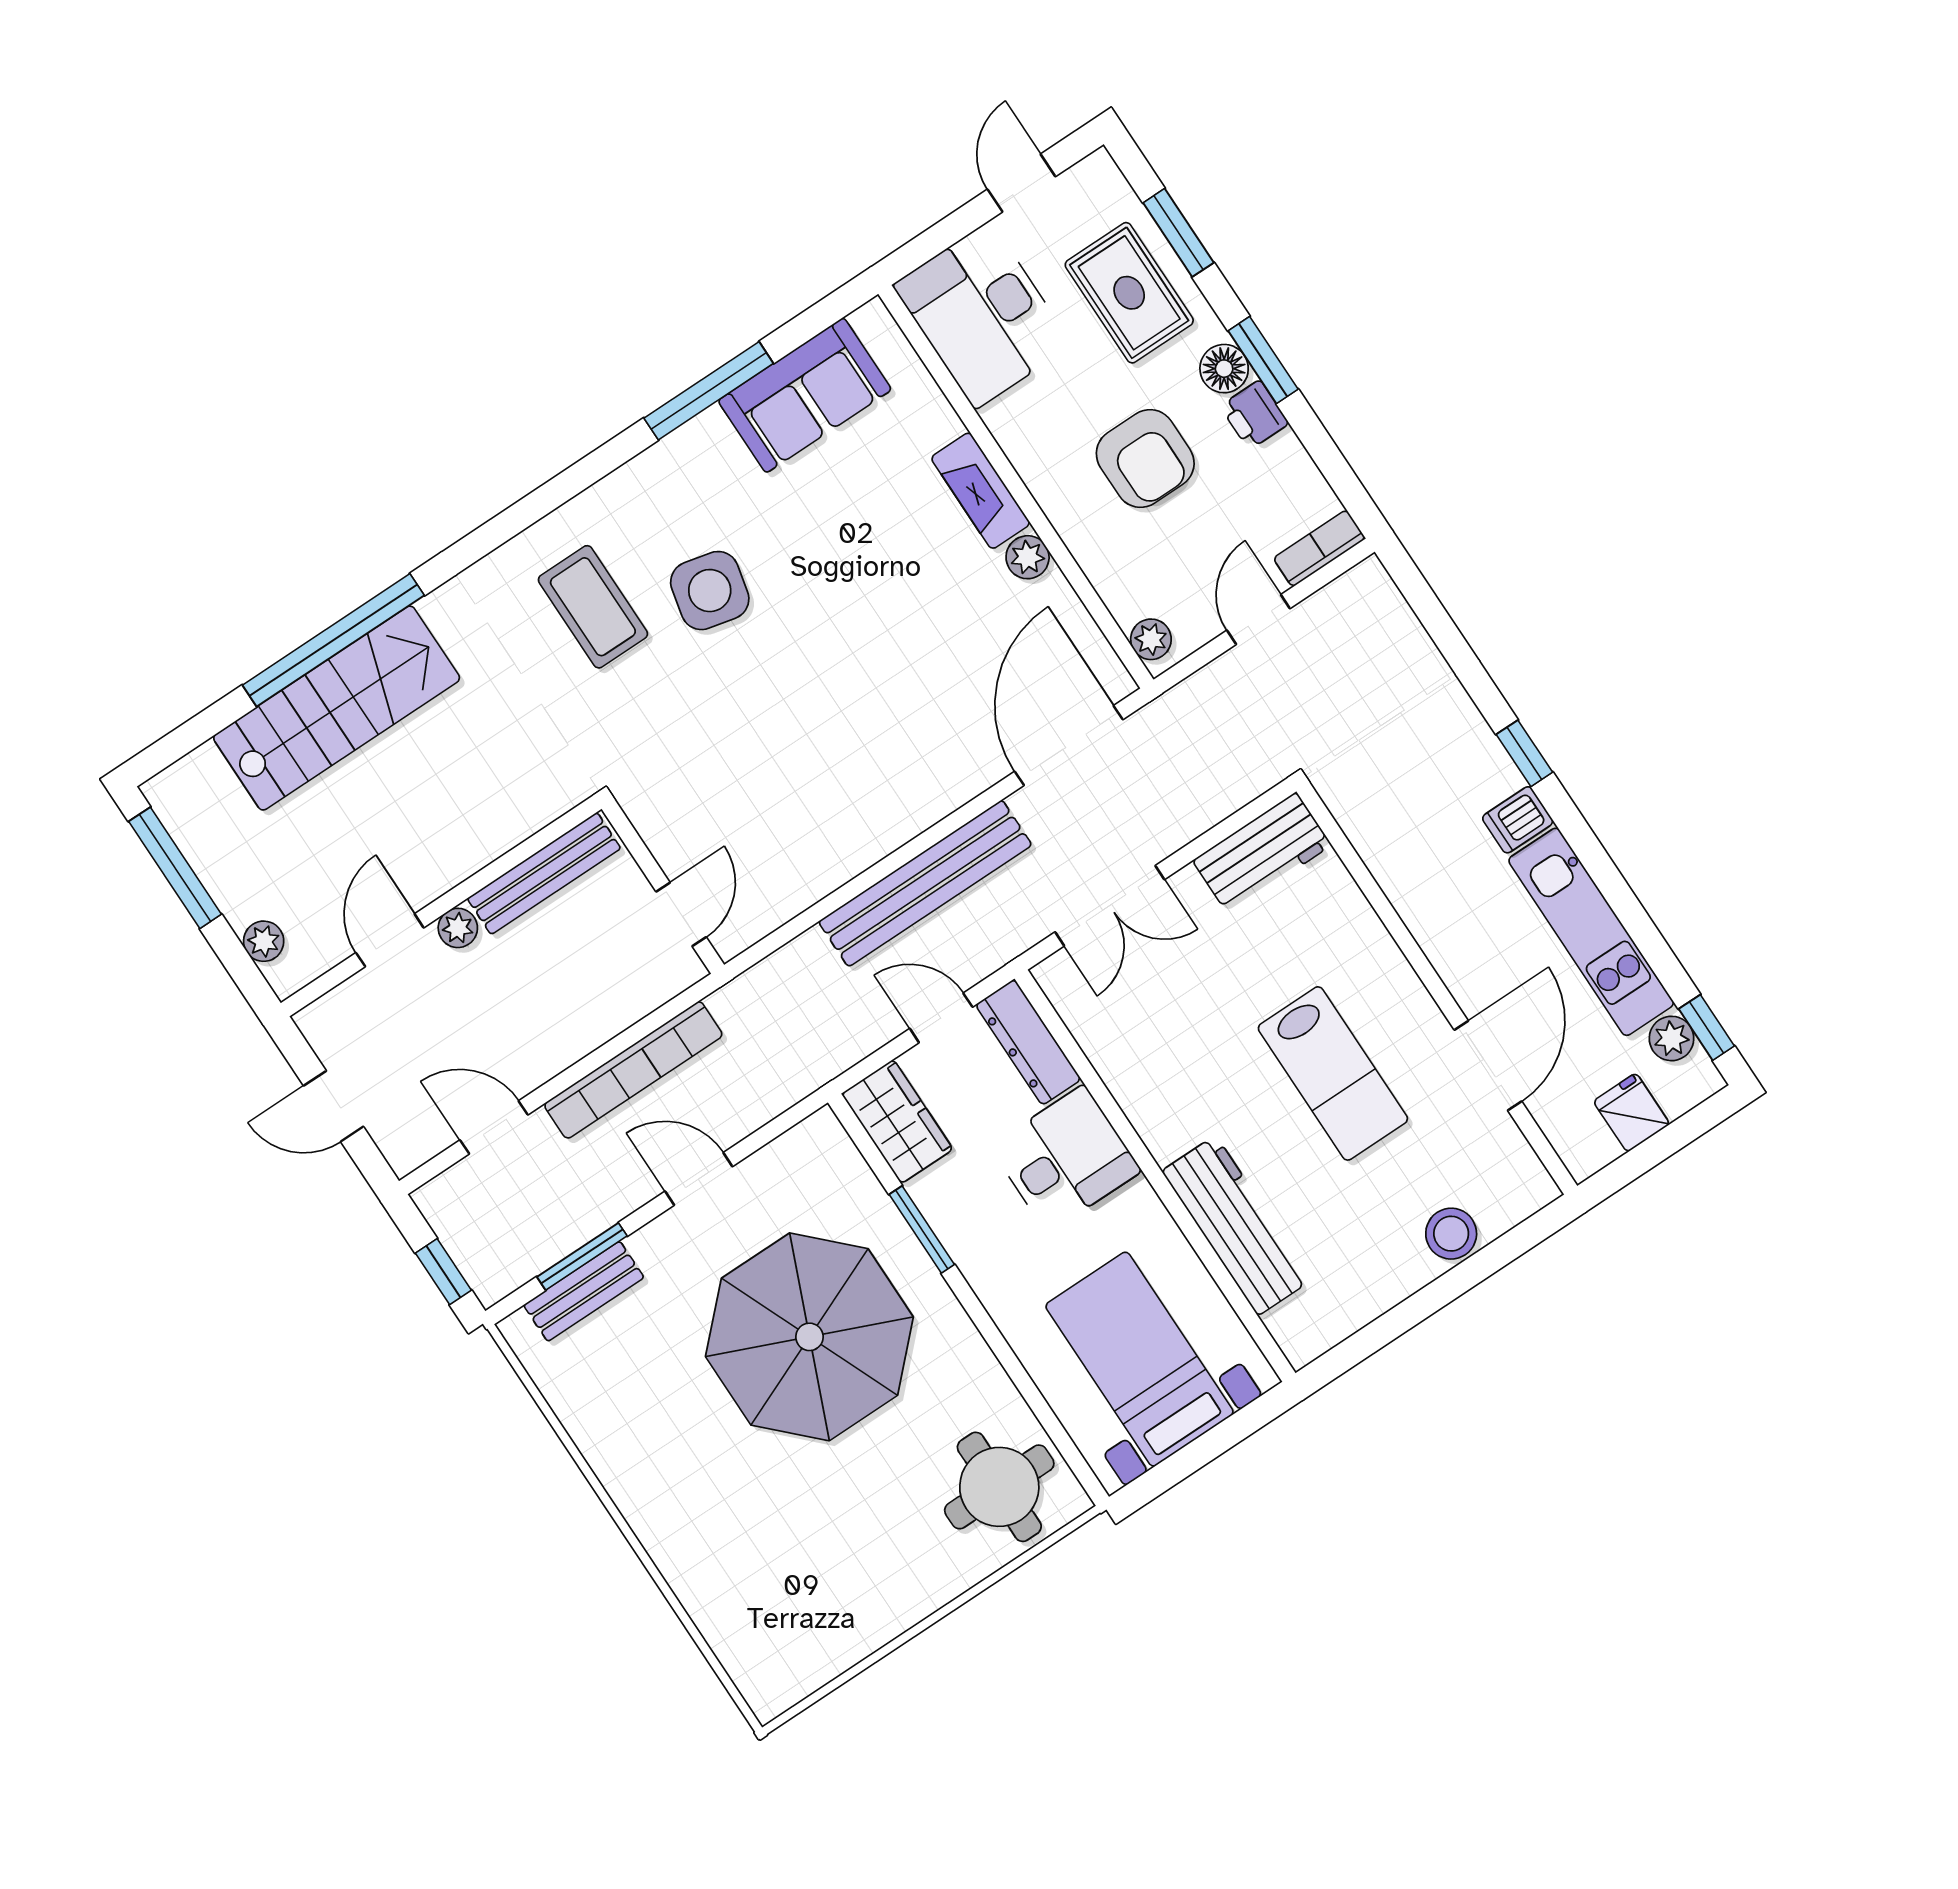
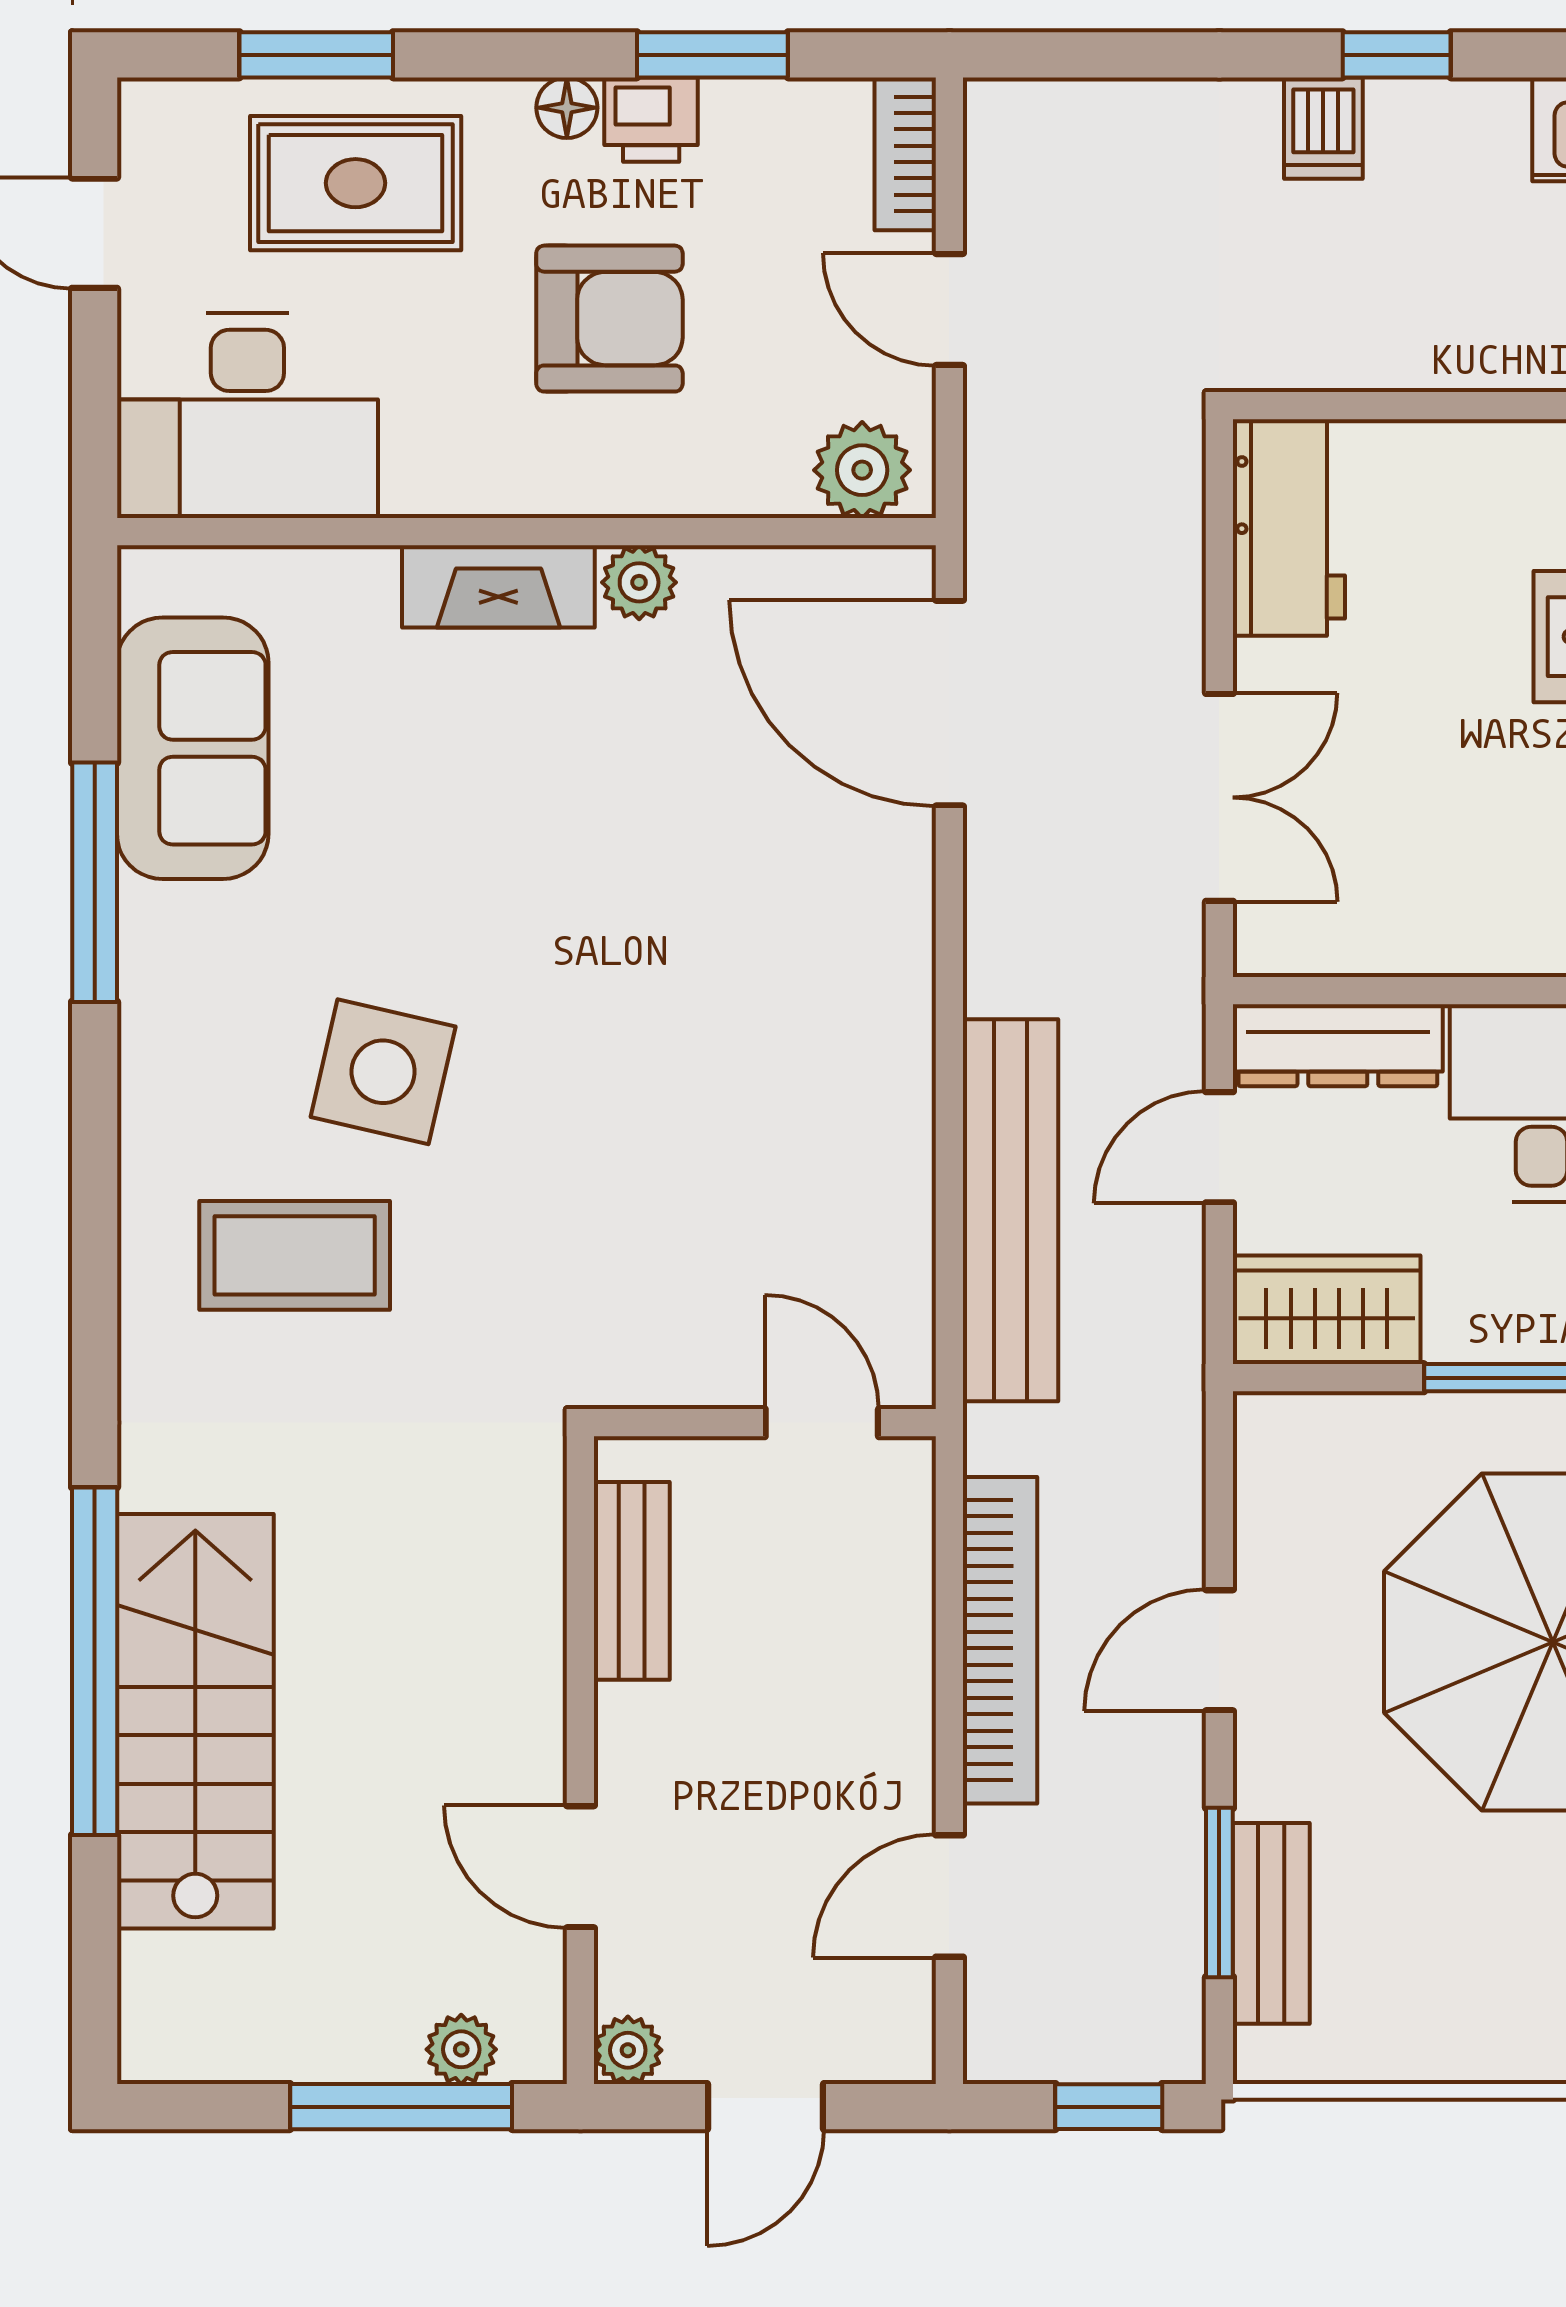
window: (1263, 360) -> (712, 55), moved
floor lamp: (1224, 369) -> (567, 108), width x0.73, depth x0.73
plant: (1151, 639) -> (862, 470), width x1.38, depth x1.38
dishwasher: (1518, 820) -> (1323, 128), moved
window: (175, 868) -> (401, 2107), moved
bench: (544, 873) -> (632, 1581), width x0.73
bench: (925, 883) -> (1010, 1210), moved
plant: (458, 928) -> (628, 2050), moved

